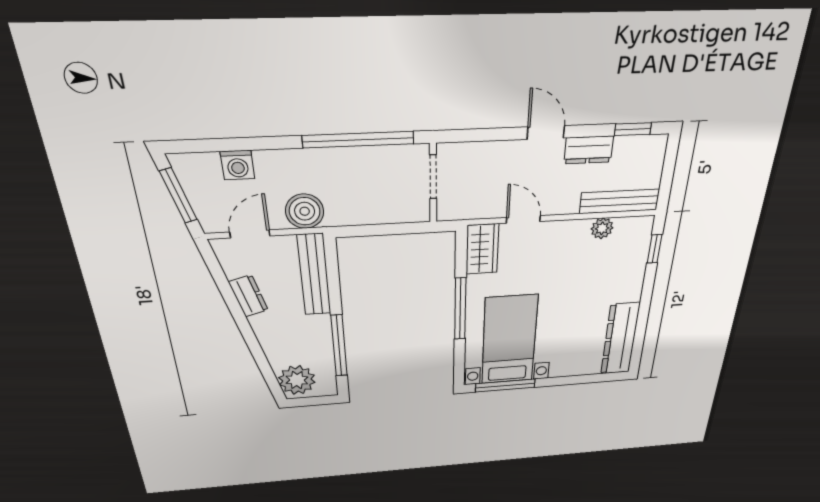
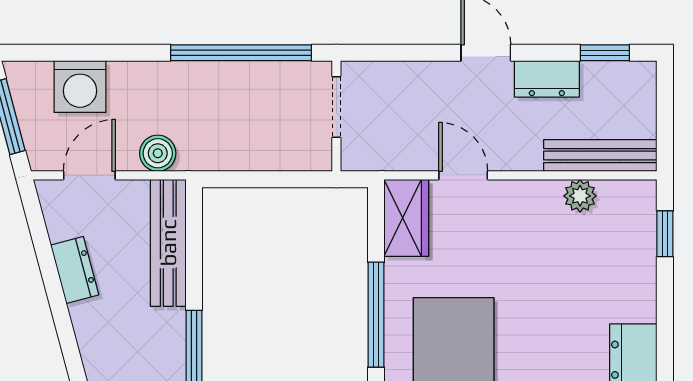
washing machine: (238, 165) -> (80, 87), width x1.38, depth x1.38
boiler: (305, 211) -> (158, 153), width x0.73, depth x0.73

